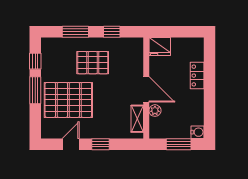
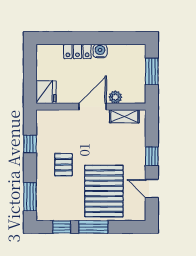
window: (75, 32) -> (30, 197), moved
pallet: (93, 63) -> (63, 165), width x0.67, depth x0.71
water cooler: (198, 132) -> (100, 51), moved

